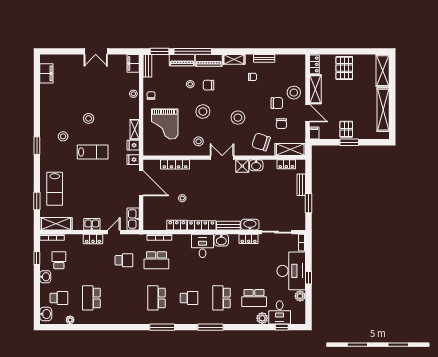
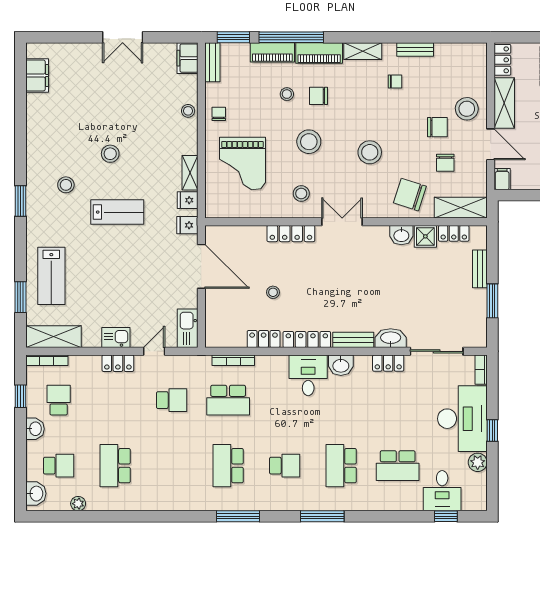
locker: (175, 164) -> (291, 234), moved
shower: (242, 166) -> (425, 236), moved
plant: (262, 318) -> (412, 501), removed

